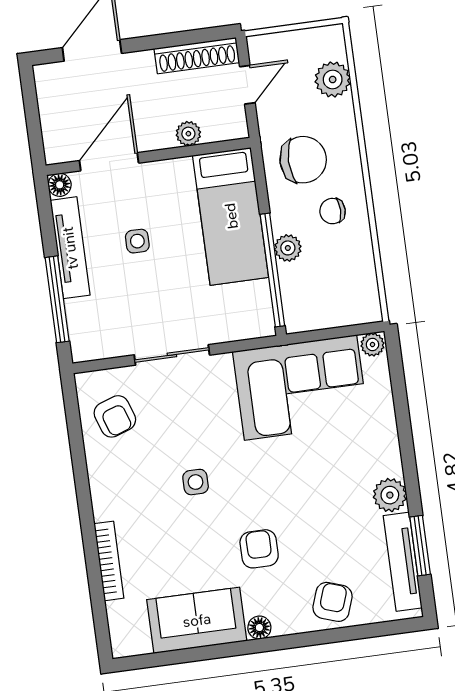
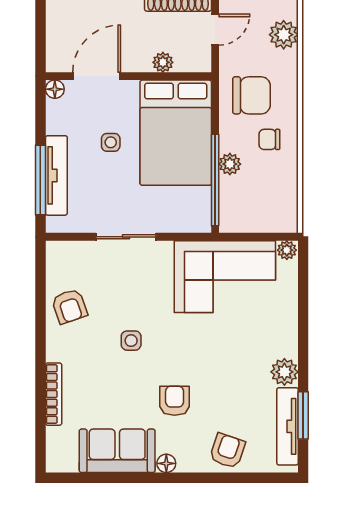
bed: (231, 216) -> (176, 133), width x1.50
tv unit: (70, 248) -> (56, 175), moved
armchair: (115, 416) -> (69, 306), moved

